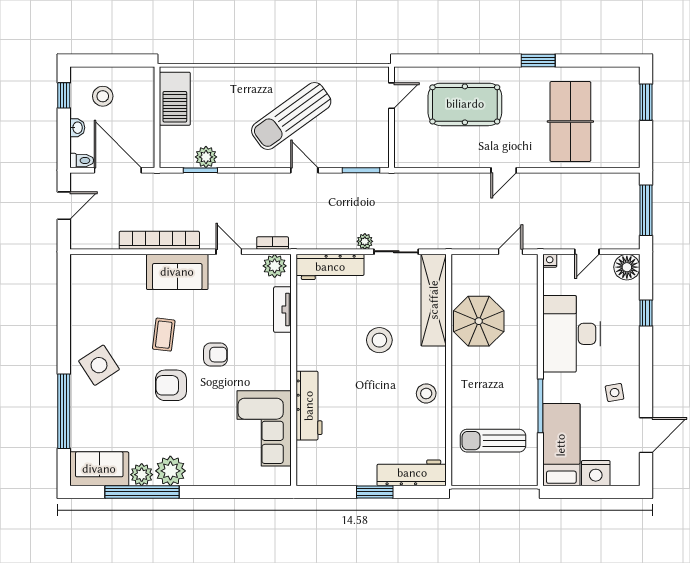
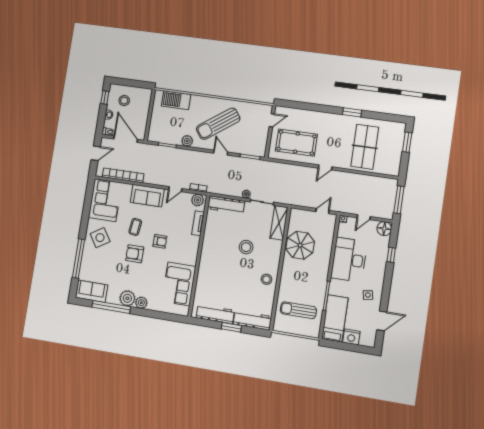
barbecue: (175, 99) -> (176, 100), moved, turned 90
pool table: (465, 104) -> (296, 143), moved
plant: (206, 157) -> (187, 141), moved
bookcase: (159, 240) -> (123, 175), moved
door: (229, 252) -> (175, 189), swing flipped
corner sofa: (97, 293) -> (105, 200), added
shelving: (434, 300) -> (279, 223), width x0.68
workbench: (309, 406) -> (215, 314), moved, turned -90
plant: (142, 475) -> (141, 303), moved

